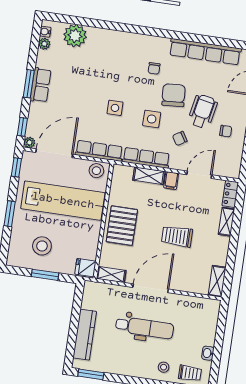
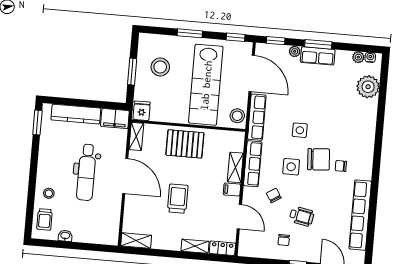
chair: (174, 95) -> (319, 159), moved
wheelchair: (203, 111) -> (302, 216), width x0.73, depth x0.73
plant: (29, 143) -> (295, 51), moved
filing cabinet: (92, 295) -> (115, 118), added

